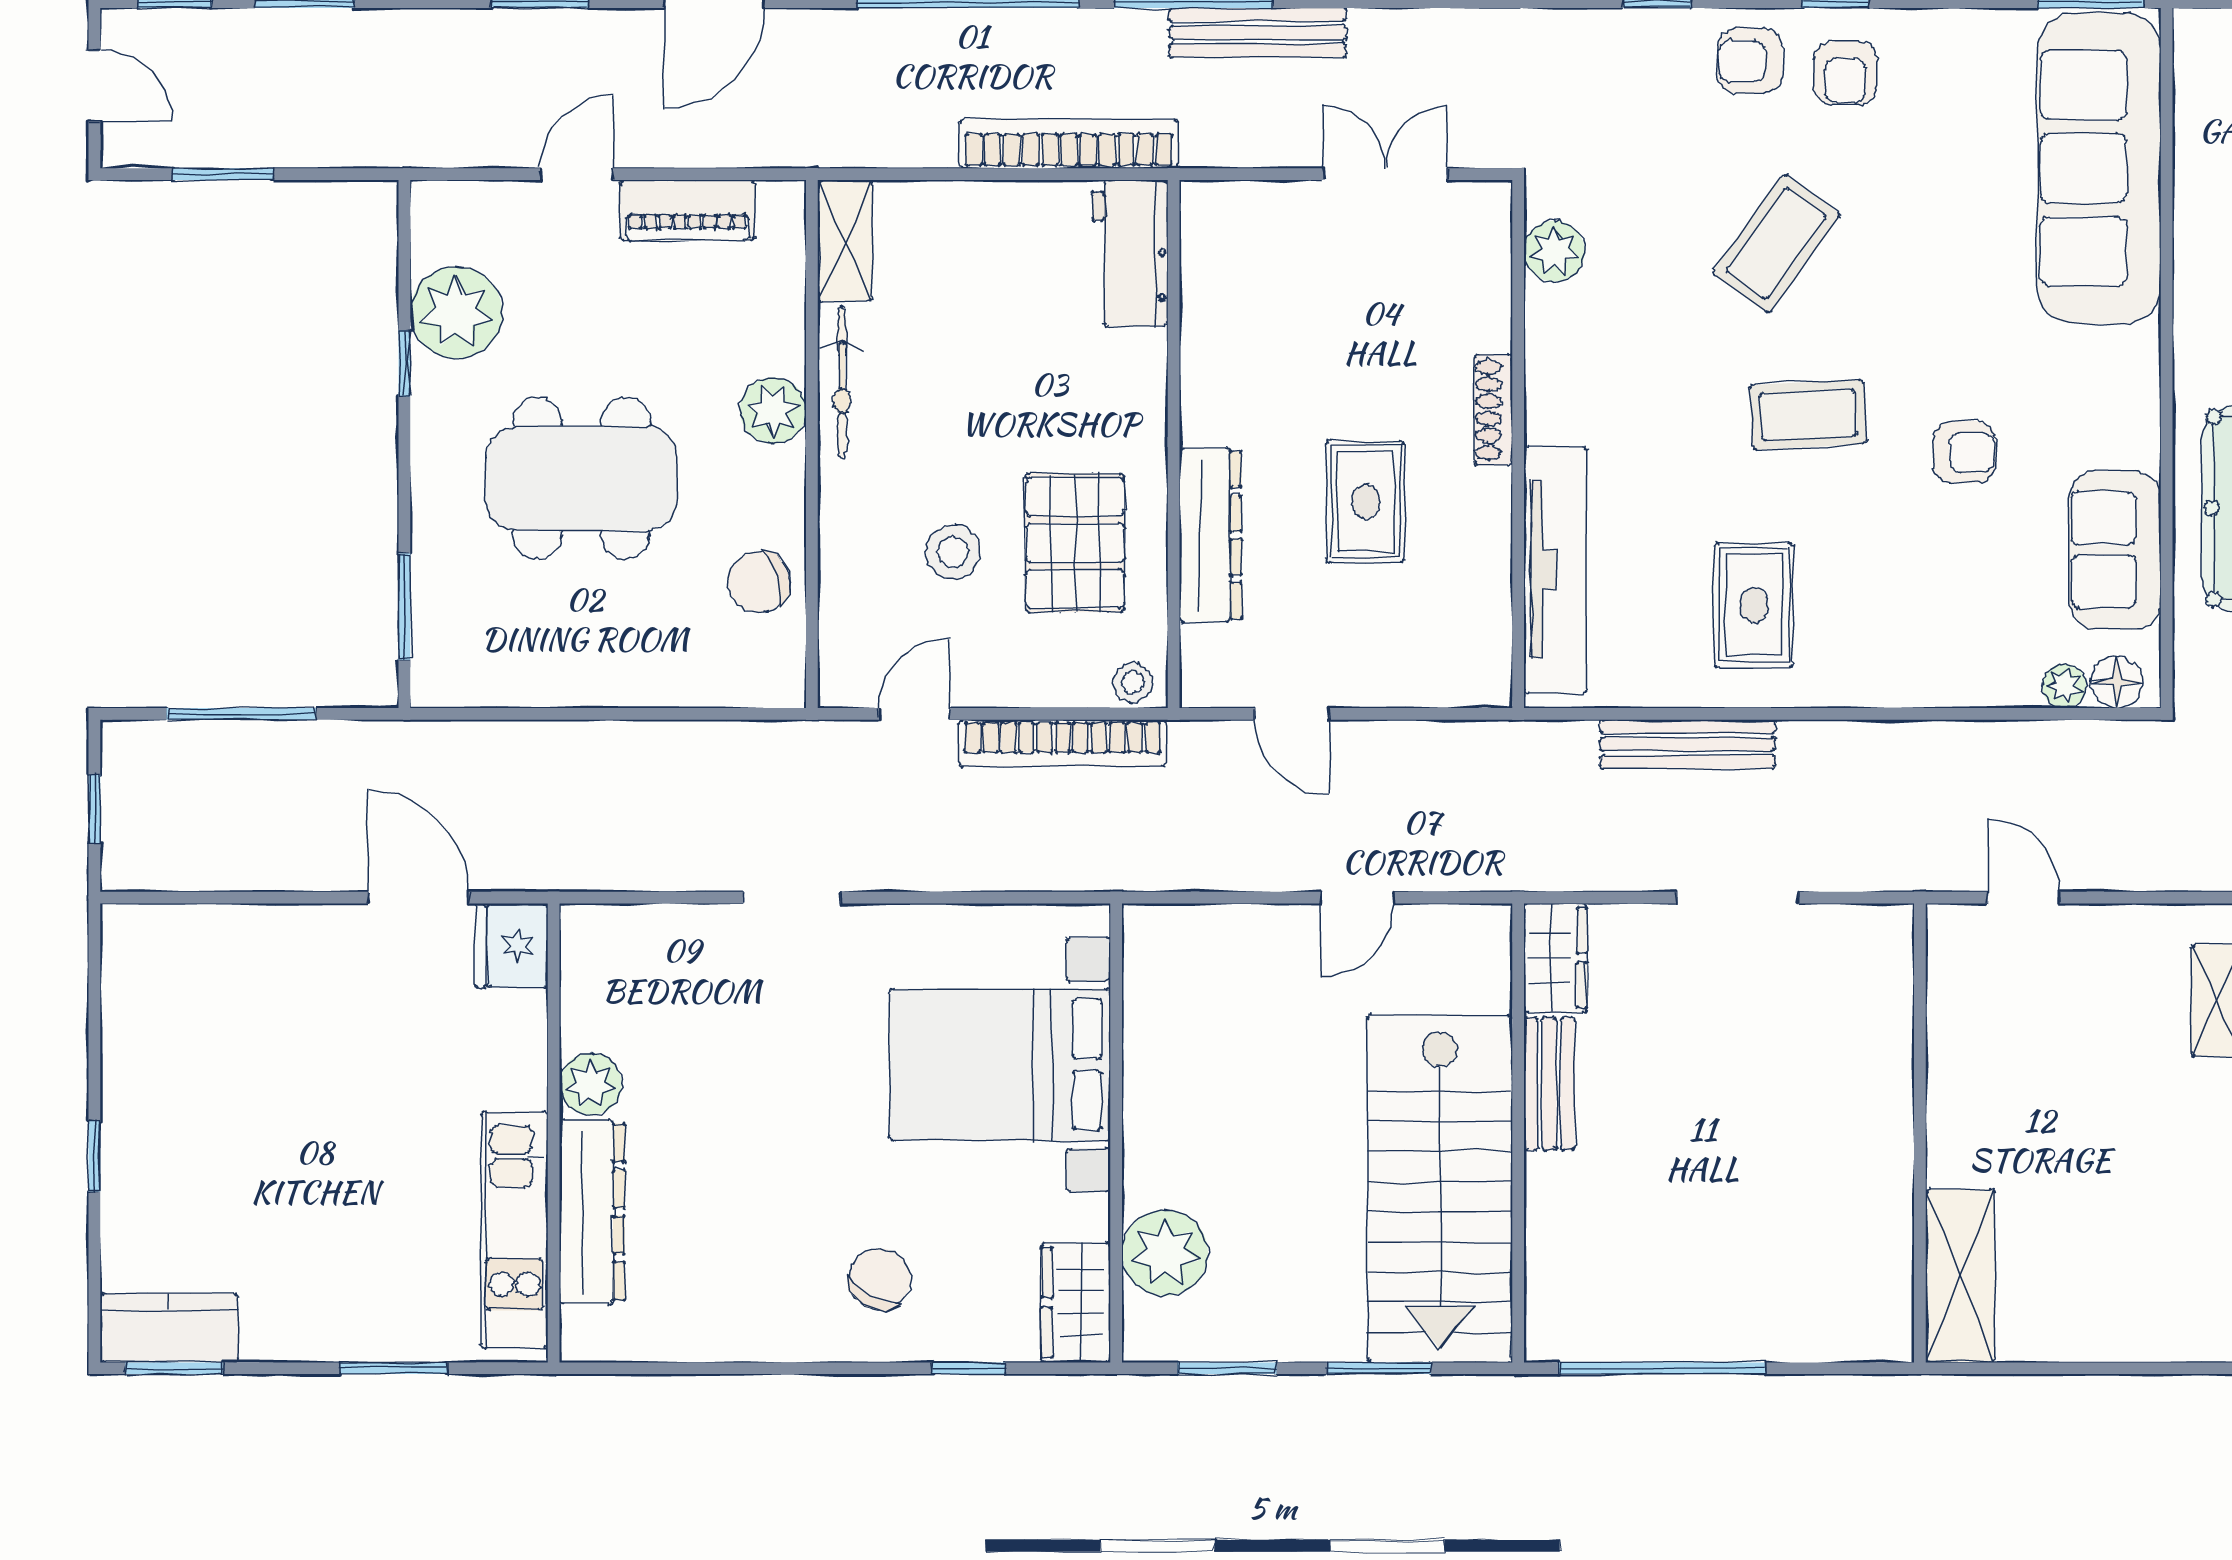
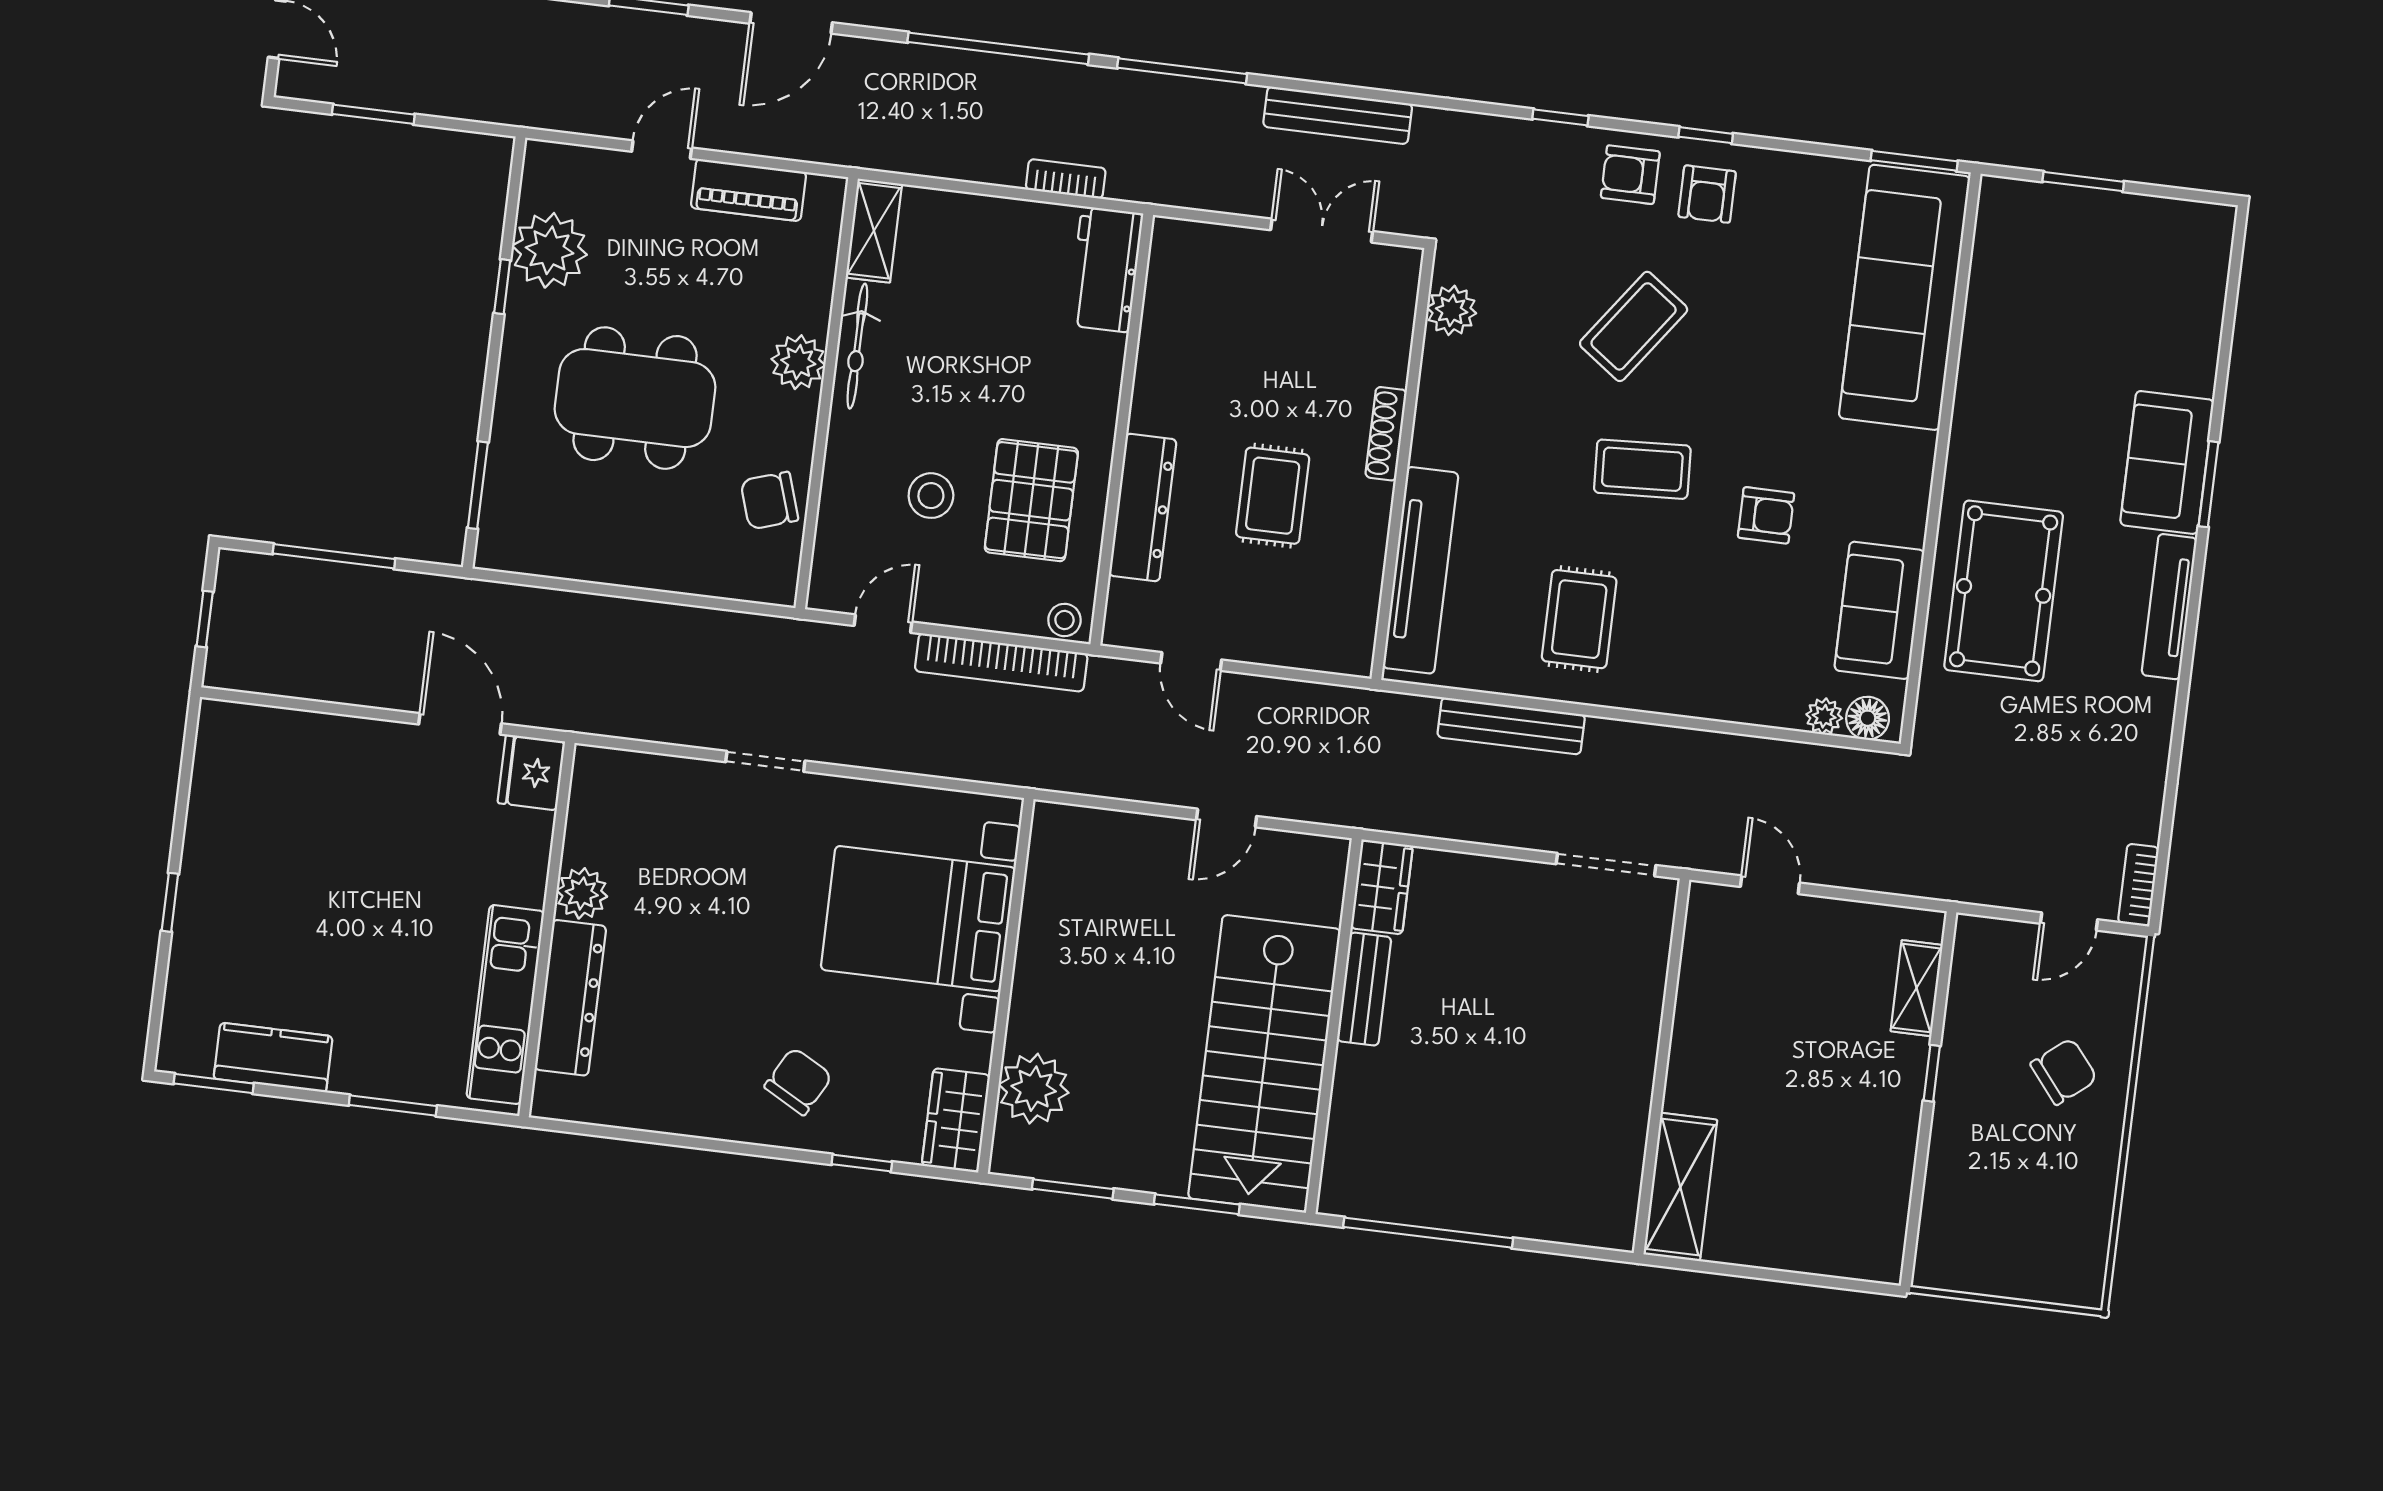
bench: (1258, 33) -> (1338, 115), moved
bookcase: (1069, 144) -> (1066, 179), width x0.43, depth x0.76
doorway: (1738, 898) -> (1606, 865), moved
kitchen counter: (169, 1328) -> (273, 1057), moved

